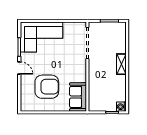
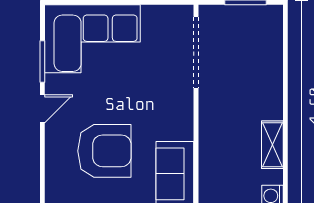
shelving: (121, 64) -> (272, 145), moved
door: (19, 68) -> (42, 109), hinge flipped

